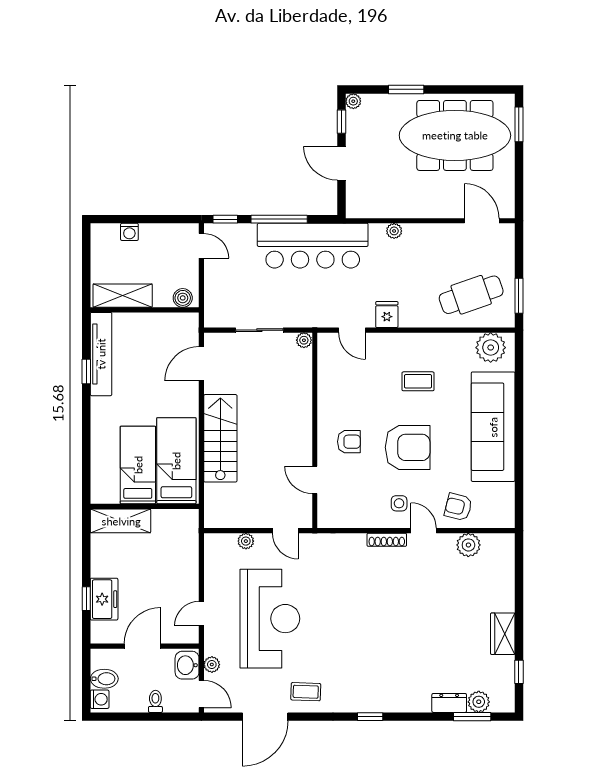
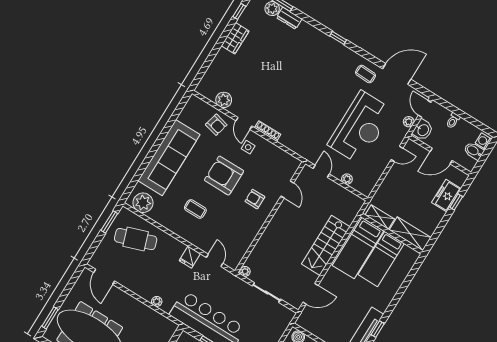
shelving: (173, 518) -> (380, 217), added
reception desk: (270, 619) -> (360, 127), turned 180

